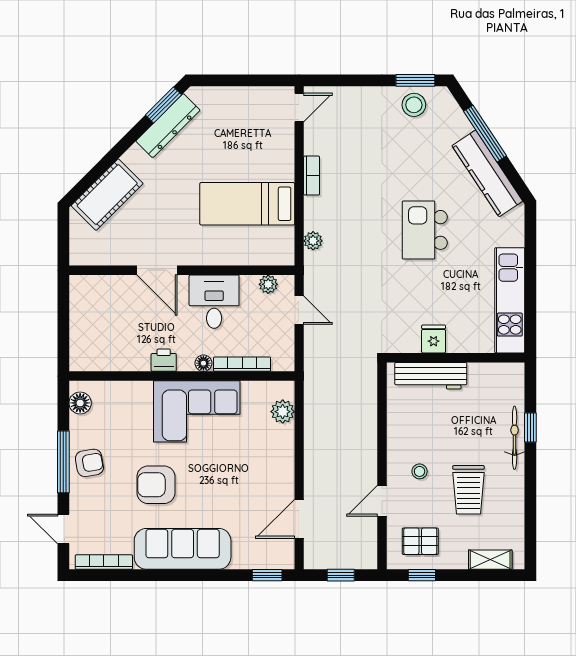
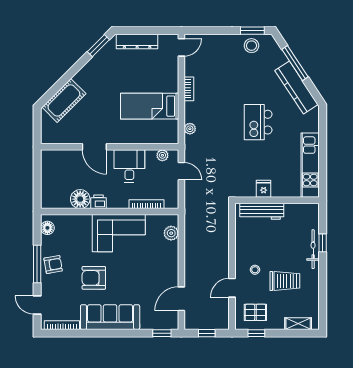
dresser: (168, 126) -> (137, 42), moved, turned 45
floor lamp: (203, 363) -> (80, 199), moved, width x1.89, depth x1.89
trolley: (468, 490) -> (285, 281), turned -90

